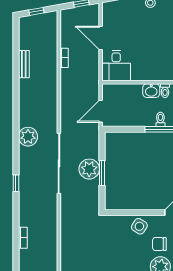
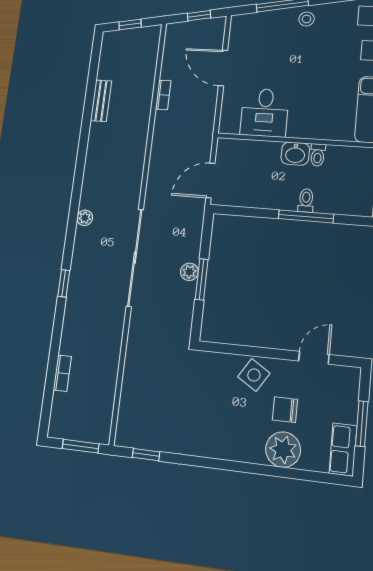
desk: (116, 66) -> (265, 113), moved
plant: (28, 137) -> (85, 218), width x0.53, depth x0.53
plant: (89, 169) -> (189, 272), width x0.53, depth x0.53

